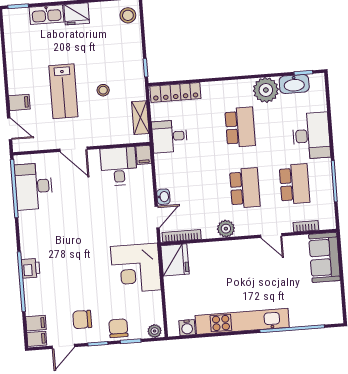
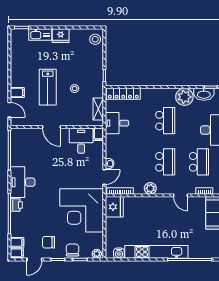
desk: (34, 186) -> (23, 182), moved
corner desk: (136, 268) -> (82, 210), width x1.36, depth x1.36

